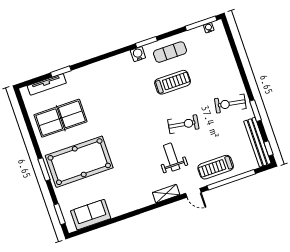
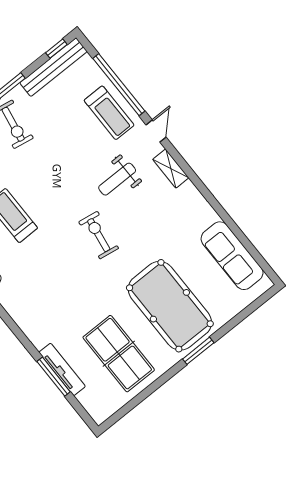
window: (61, 72) -> (54, 377), width x1.44
tv unit: (47, 84) -> (62, 369), moved
exercise bike: (183, 124) -> (99, 235), moved
window: (60, 214) -> (253, 307), removed
sofa: (91, 215) -> (232, 256), width x1.36

